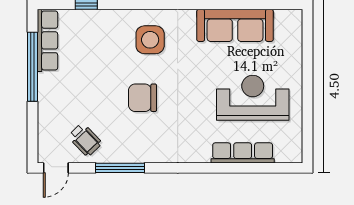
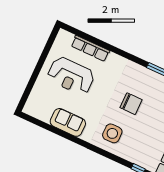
sofa: (235, 25) -> (68, 122), width x0.73

